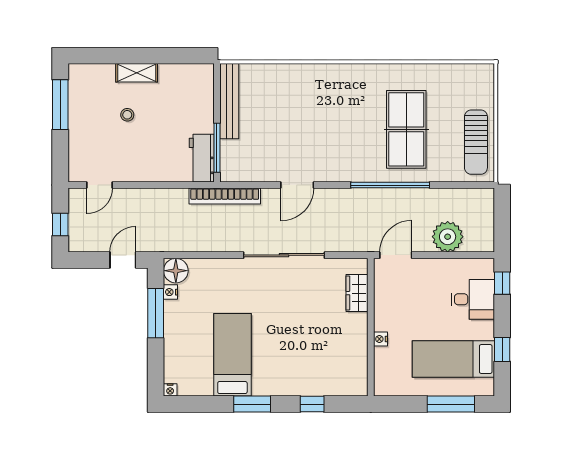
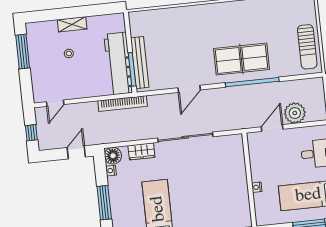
bench: (229, 101) -> (140, 63), moved
table tennis table: (406, 129) -> (241, 59), moved, turned 90
workbench: (202, 158) -> (118, 64), width x1.88, depth x1.32
bookcase: (225, 196) -> (123, 104), moved
door: (396, 255) -> (272, 128), moved
wardrobe: (357, 293) -> (141, 151), moved, turned -90
window: (156, 313) -> (104, 203), moved

